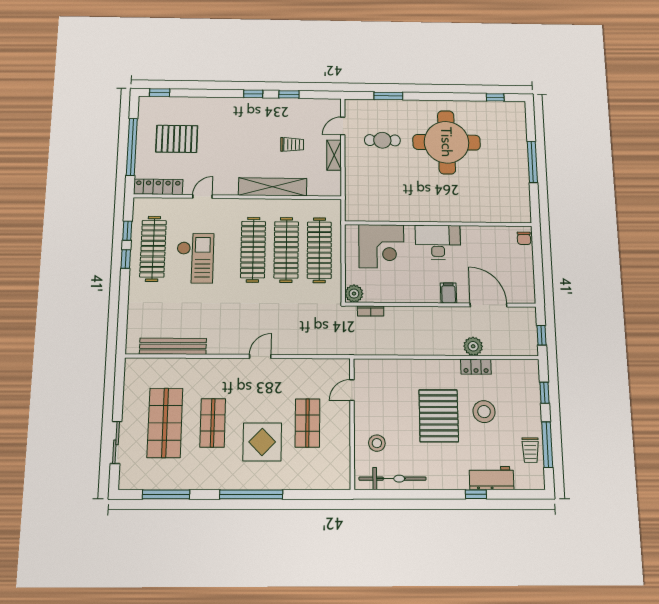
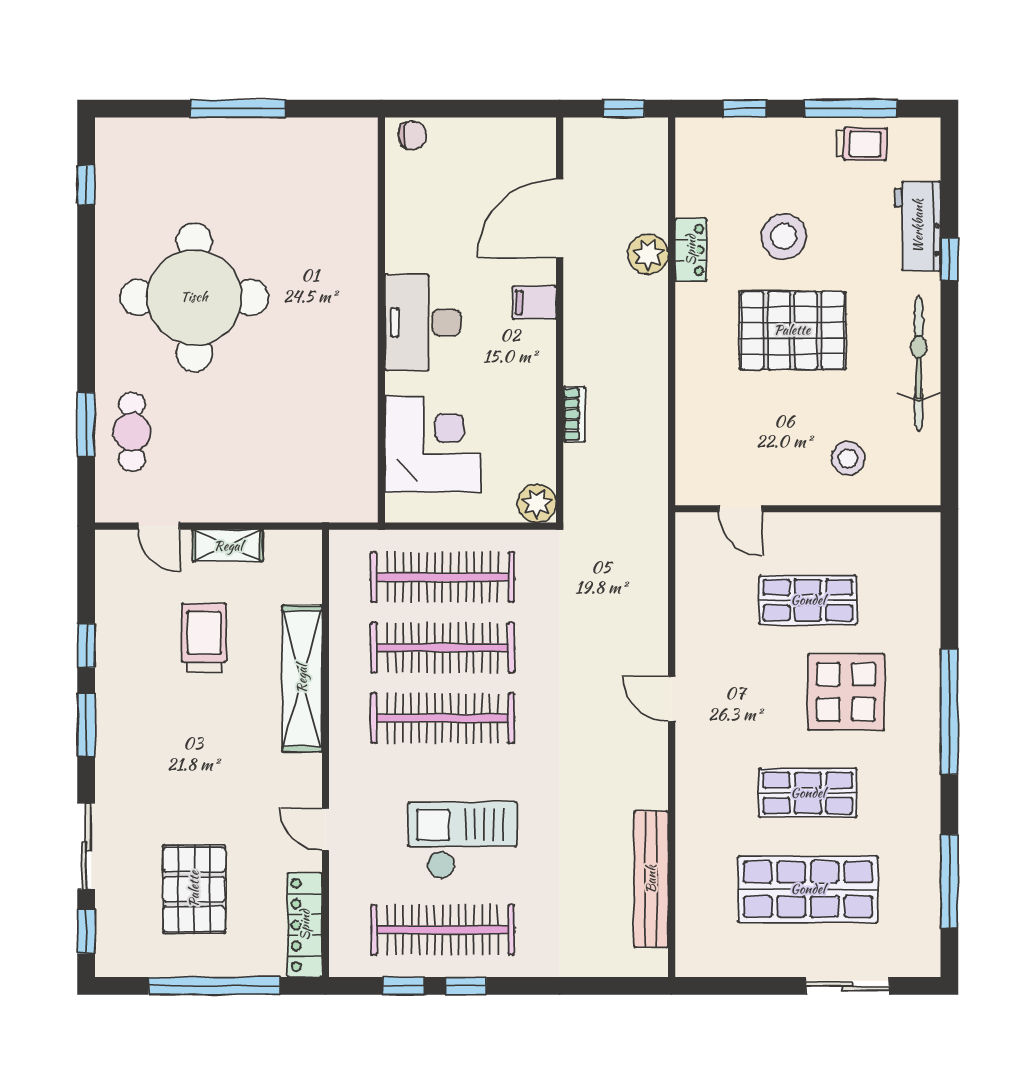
sliding door: (198, 93) -> (86, 846), added
window: (253, 94) -> (86, 725), width x1.50
cafe table: (382, 140) -> (132, 432), moved
trolley: (292, 144) -> (204, 638), width x1.36, depth x1.39
bookcase: (371, 311) -> (574, 414), moved
bicycle: (393, 479) -> (919, 363), moved

